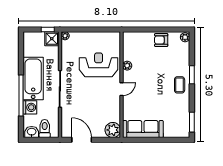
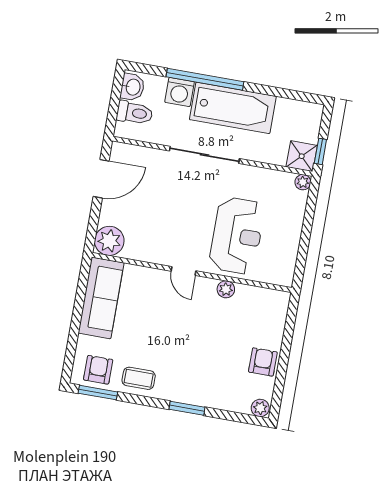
coffee table: (180, 85) -> (139, 378), moved
armchair: (180, 124) -> (98, 370), added

